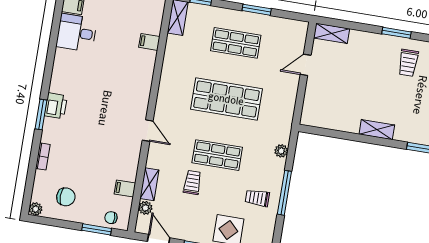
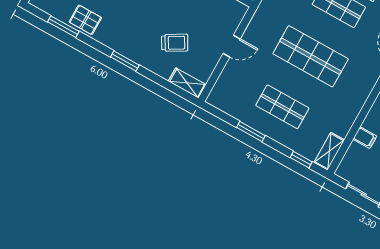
trolley: (408, 63) -> (175, 43), moved, turned 60
door: (306, 65) -> (232, 46), moved

